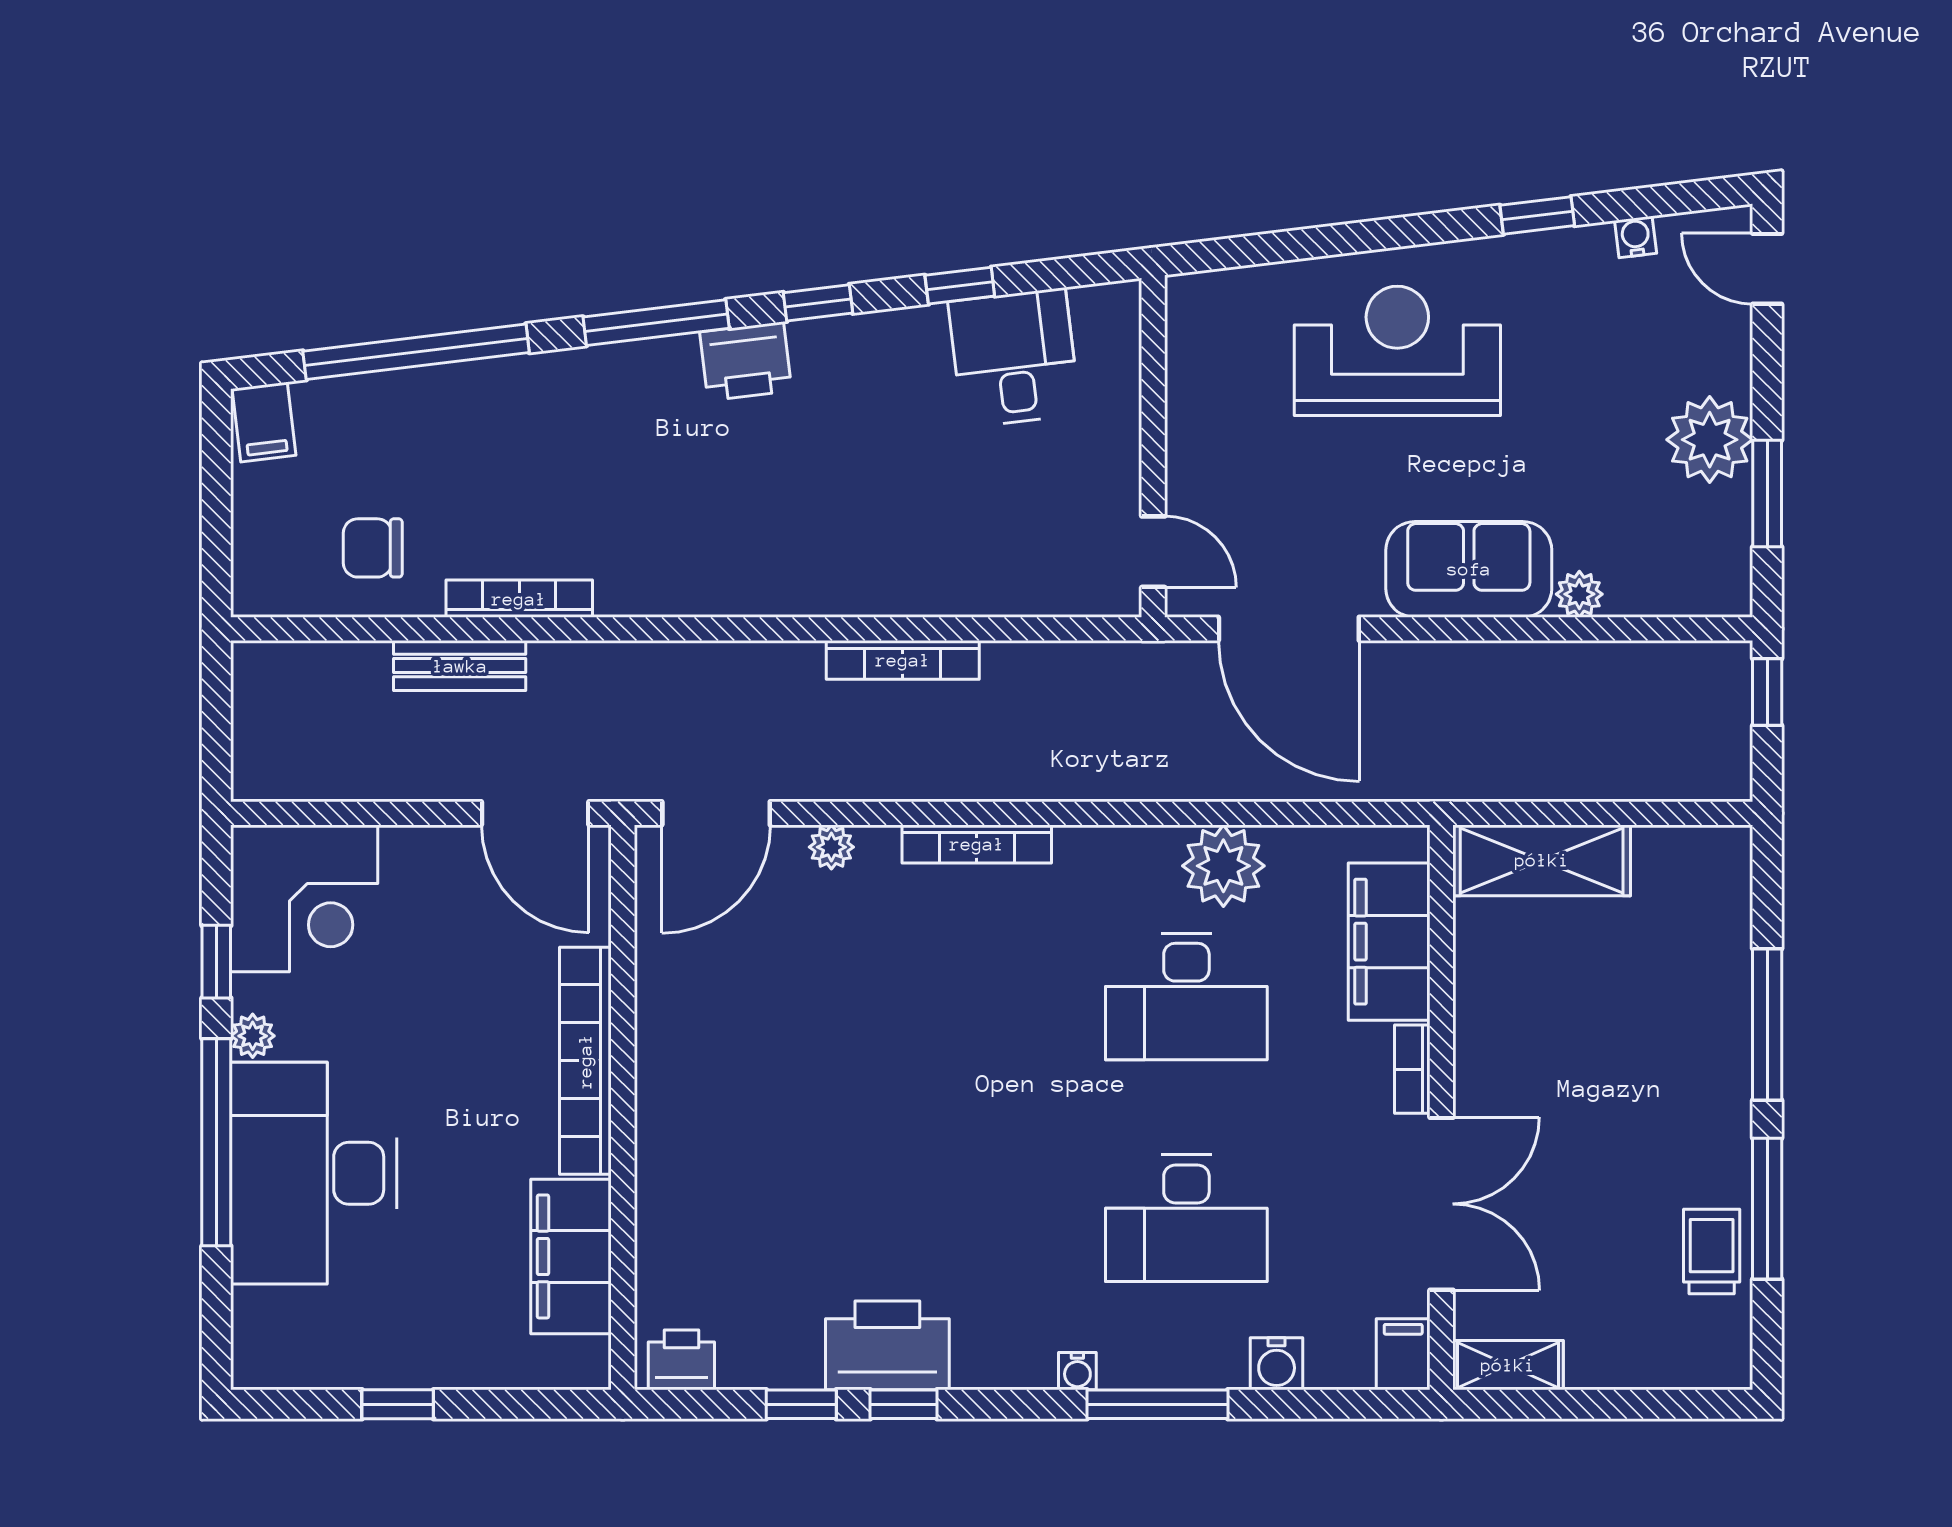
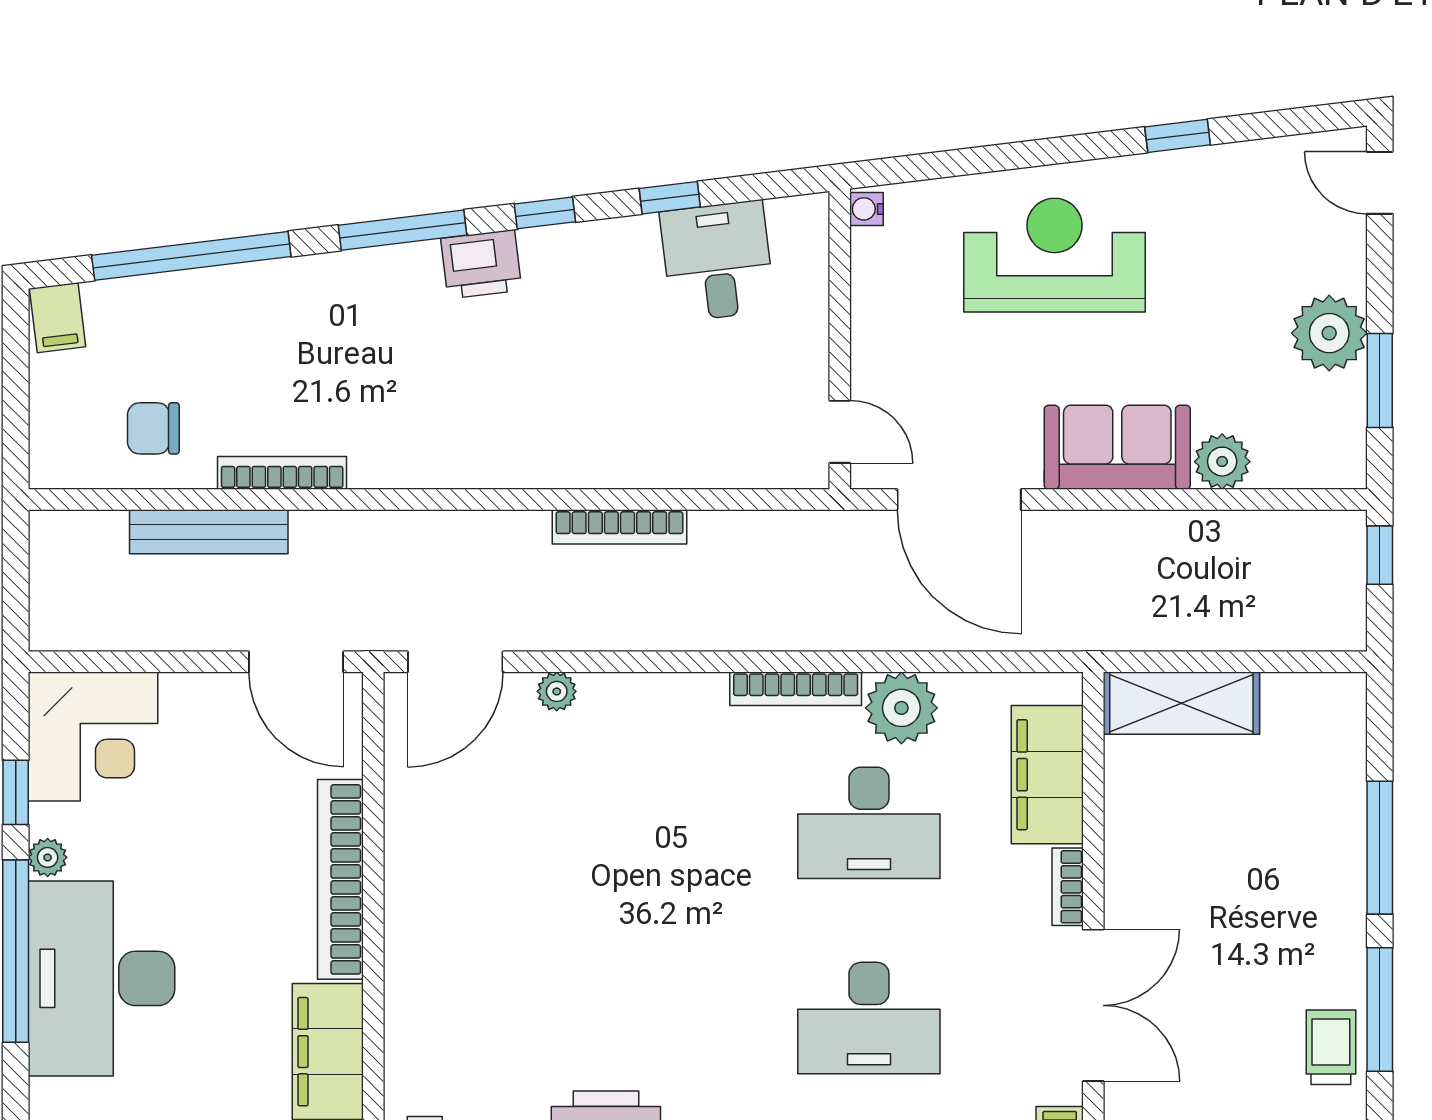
water cooler: (1636, 237) -> (866, 209), moved, turned -83
plant: (1579, 594) -> (1222, 462), width x1.38, depth x1.38
bench: (460, 666) -> (209, 532), width x1.36
bookcase: (977, 844) -> (796, 689), moved

